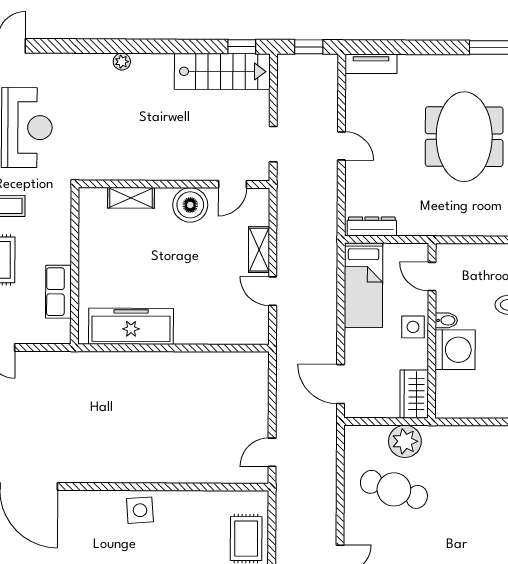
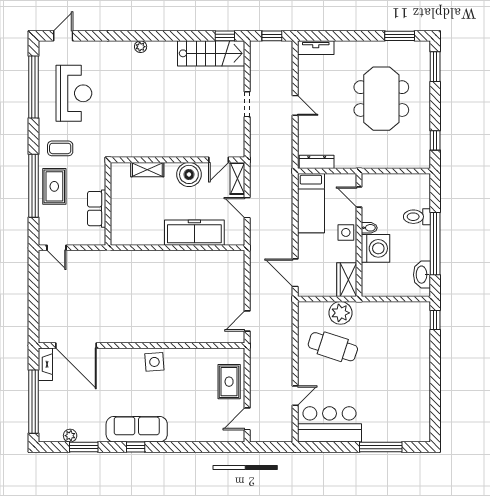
wall: (174, 184) -> (178, 160), moved
door: (232, 184) -> (219, 160), moved
shelving: (131, 198) -> (147, 170), moved
boiler: (190, 205) -> (189, 174), moved
freezer: (131, 326) -> (194, 233), moved

